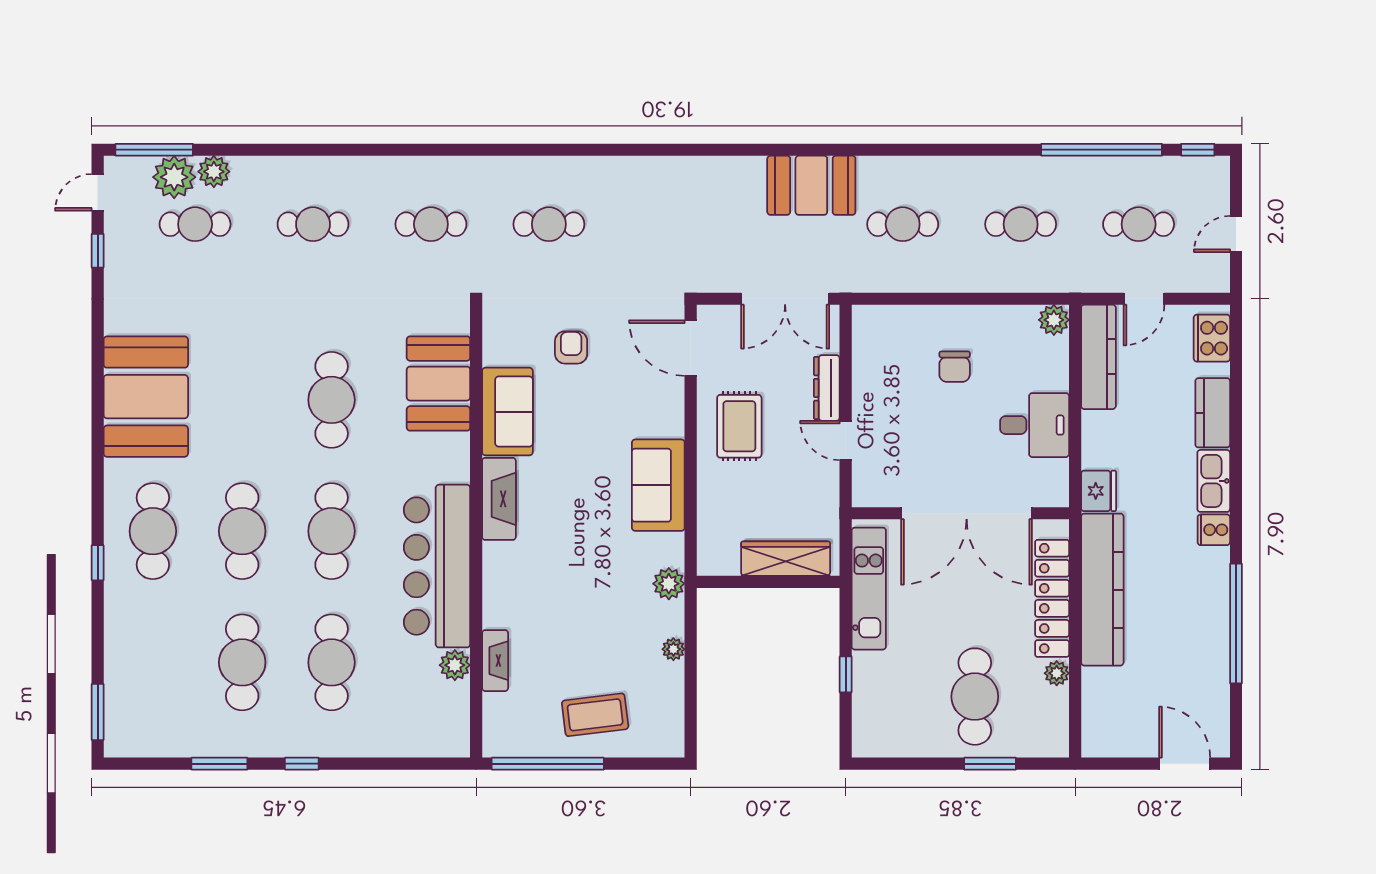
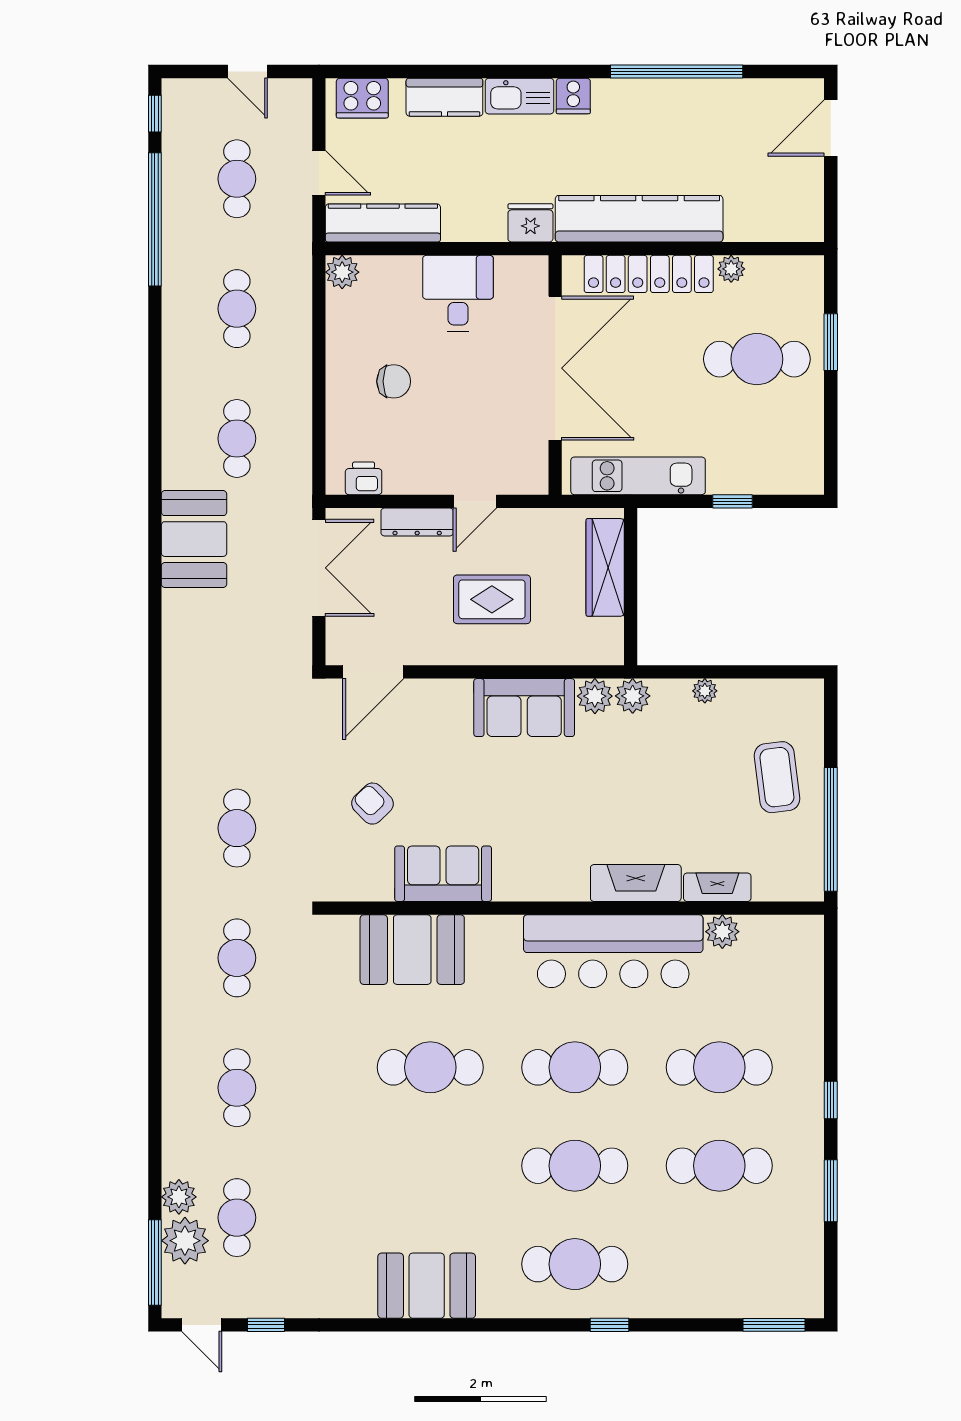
printer: (867, 339) -> (364, 478), added
armchair: (571, 347) -> (373, 804), turned 46
booth: (146, 397) -> (427, 1286), width x0.73, depth x0.70
rug: (739, 426) -> (492, 599), moved
fireplace: (499, 499) -> (636, 883), moved
plant: (669, 549) -> (595, 696), added

